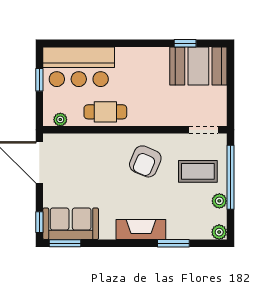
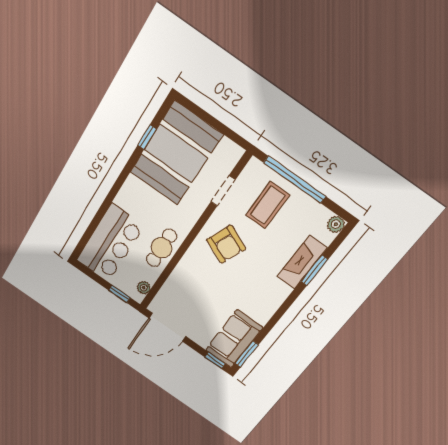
booth: (198, 66) -> (176, 154), width x1.36, depth x1.42
window: (39, 80) -> (119, 294), moved
doorway: (204, 130) -> (223, 191), moved
plant: (219, 201) -> (308, 205), removed
fireplace: (141, 230) -> (302, 262), moved

